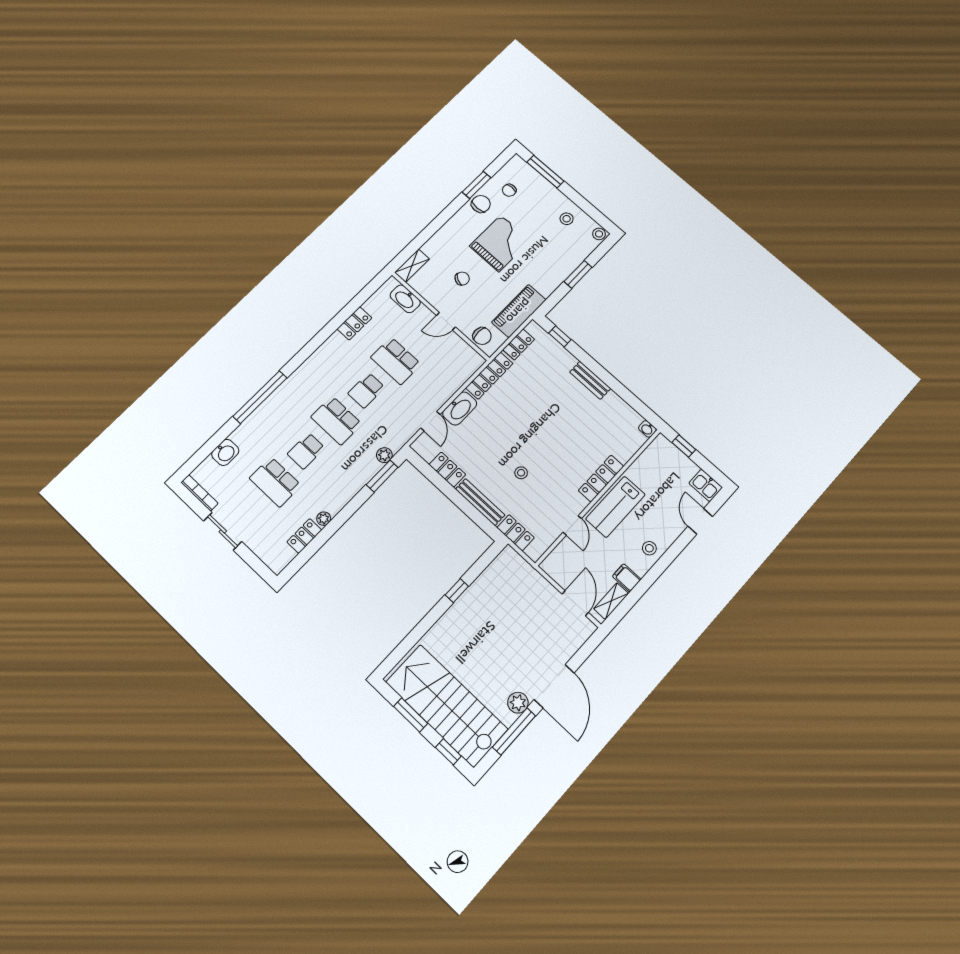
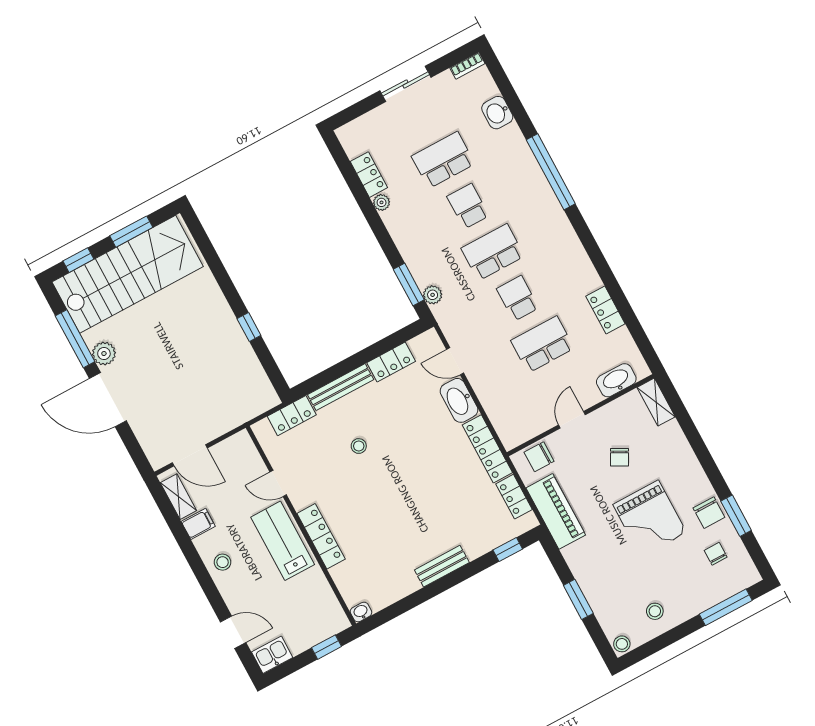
bookcase: (199, 493) -> (467, 66), width x0.64

